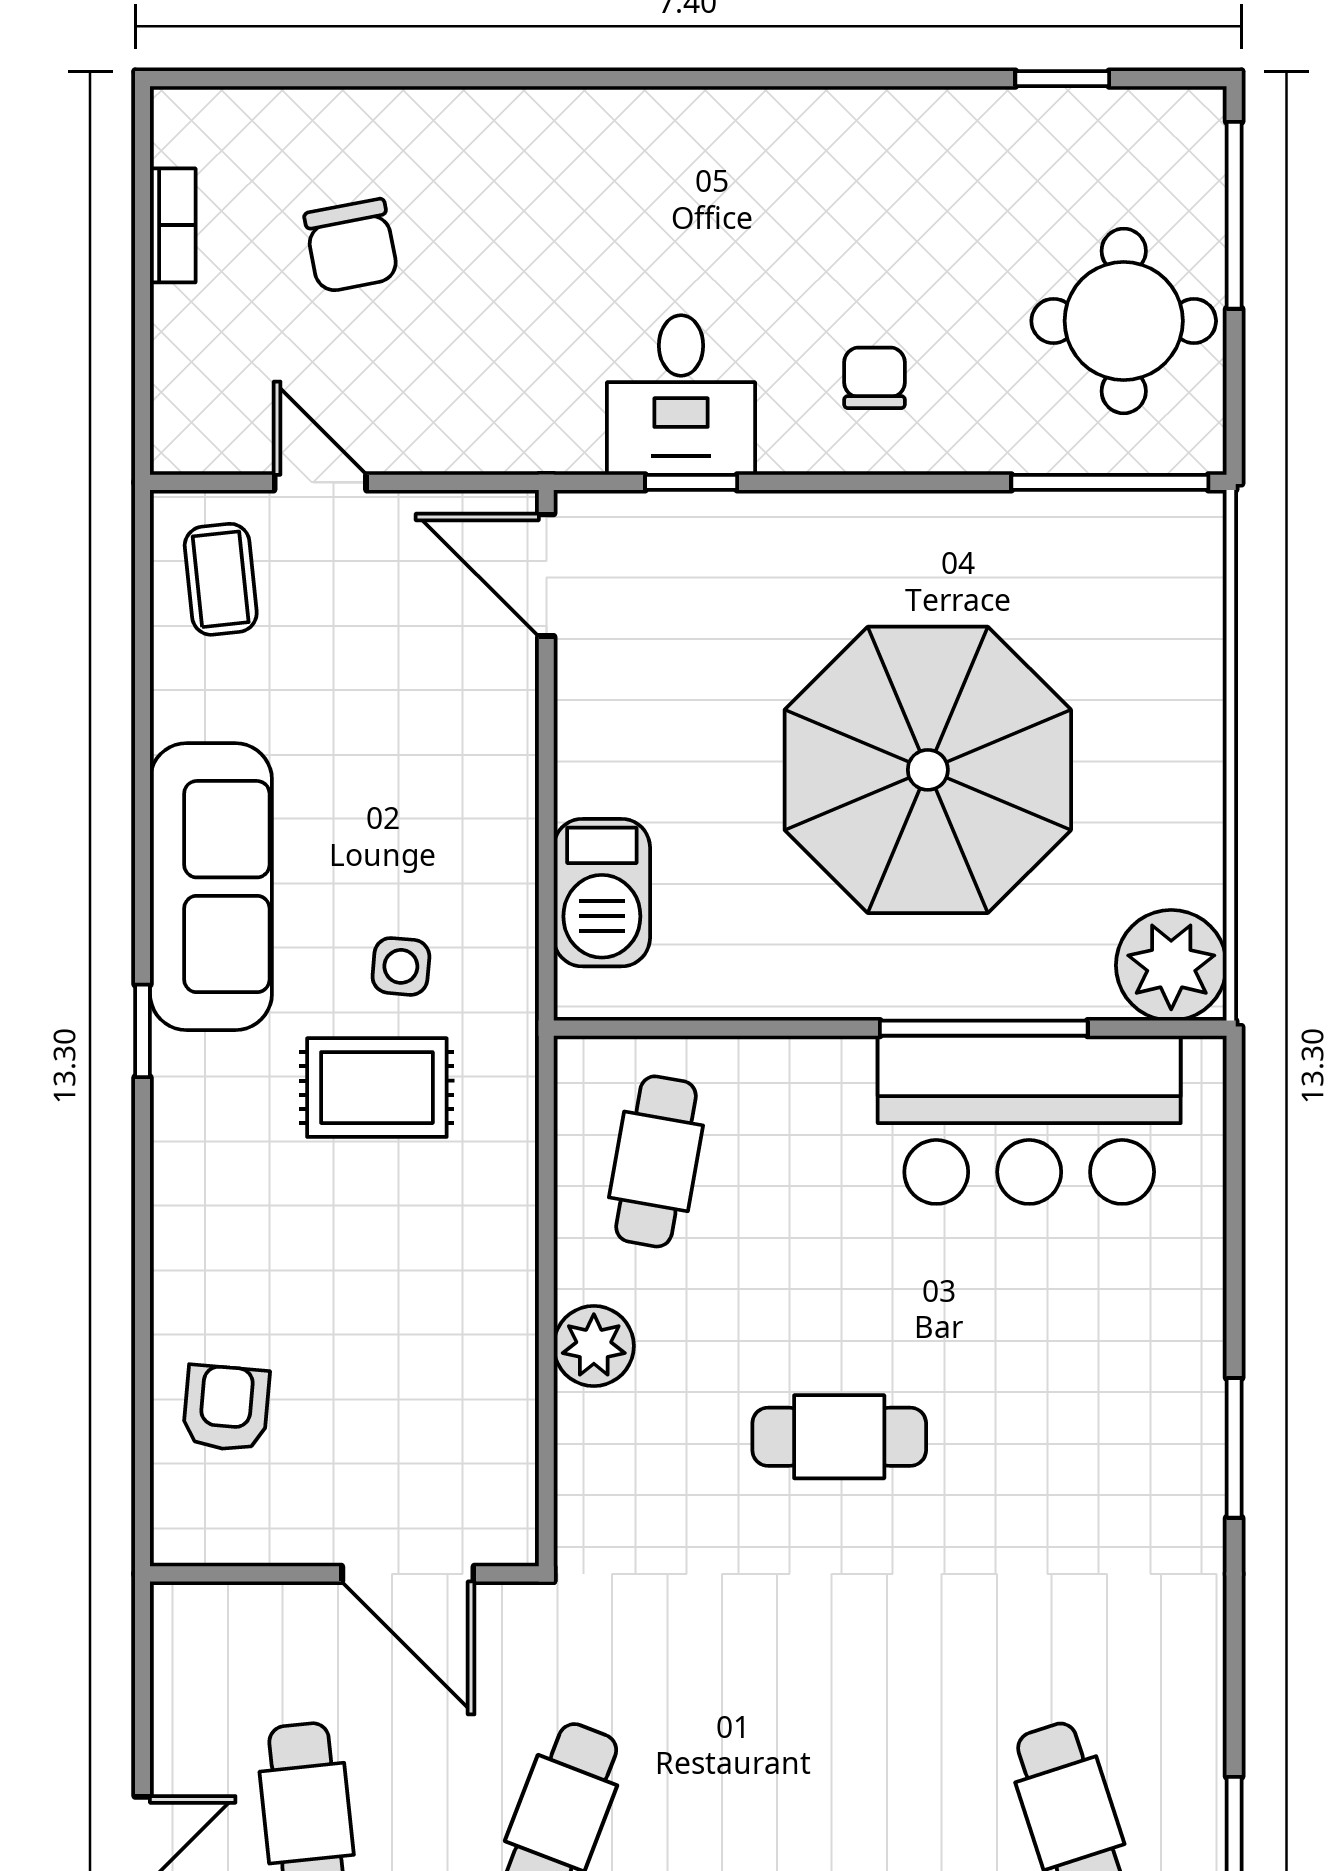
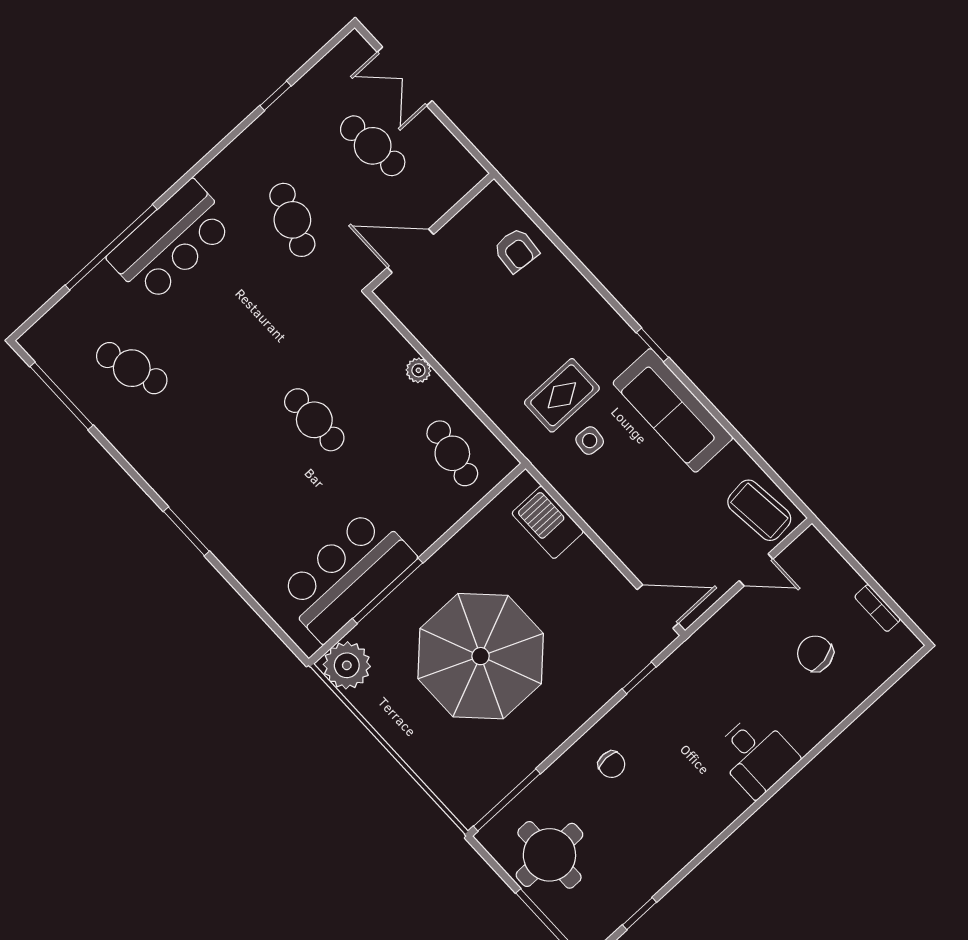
desk: (681, 395) -> (756, 755), moved, turned 180
coffee table: (221, 579) -> (759, 510), width x1.36, depth x1.30
plant: (594, 1346) -> (418, 370), width x0.73, depth x0.73
cafe table: (839, 1437) -> (314, 420), turned 90

